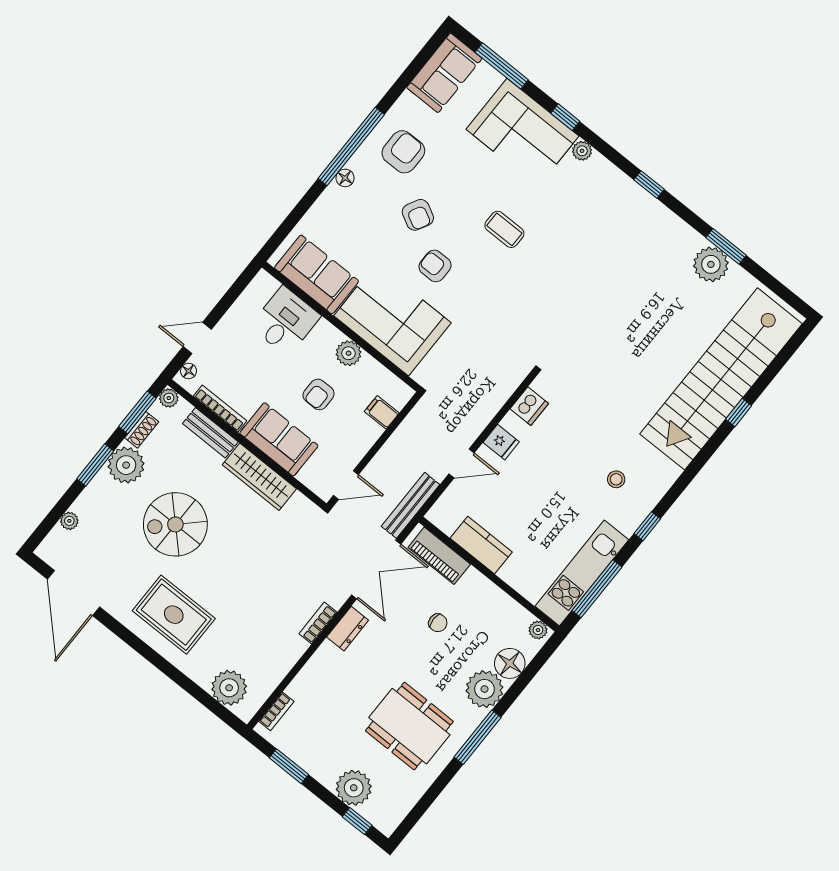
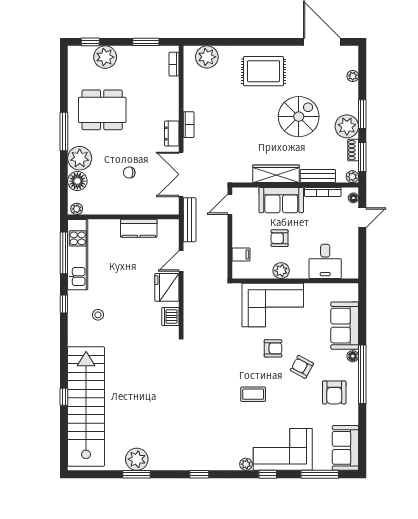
sofa: (317, 274) -> (345, 326), moved, turned 90
armchair: (319, 394) -> (279, 238), turned -90
fridge: (501, 442) -> (167, 287), width x1.88, depth x1.34
piano: (439, 556) -> (155, 206), removed

